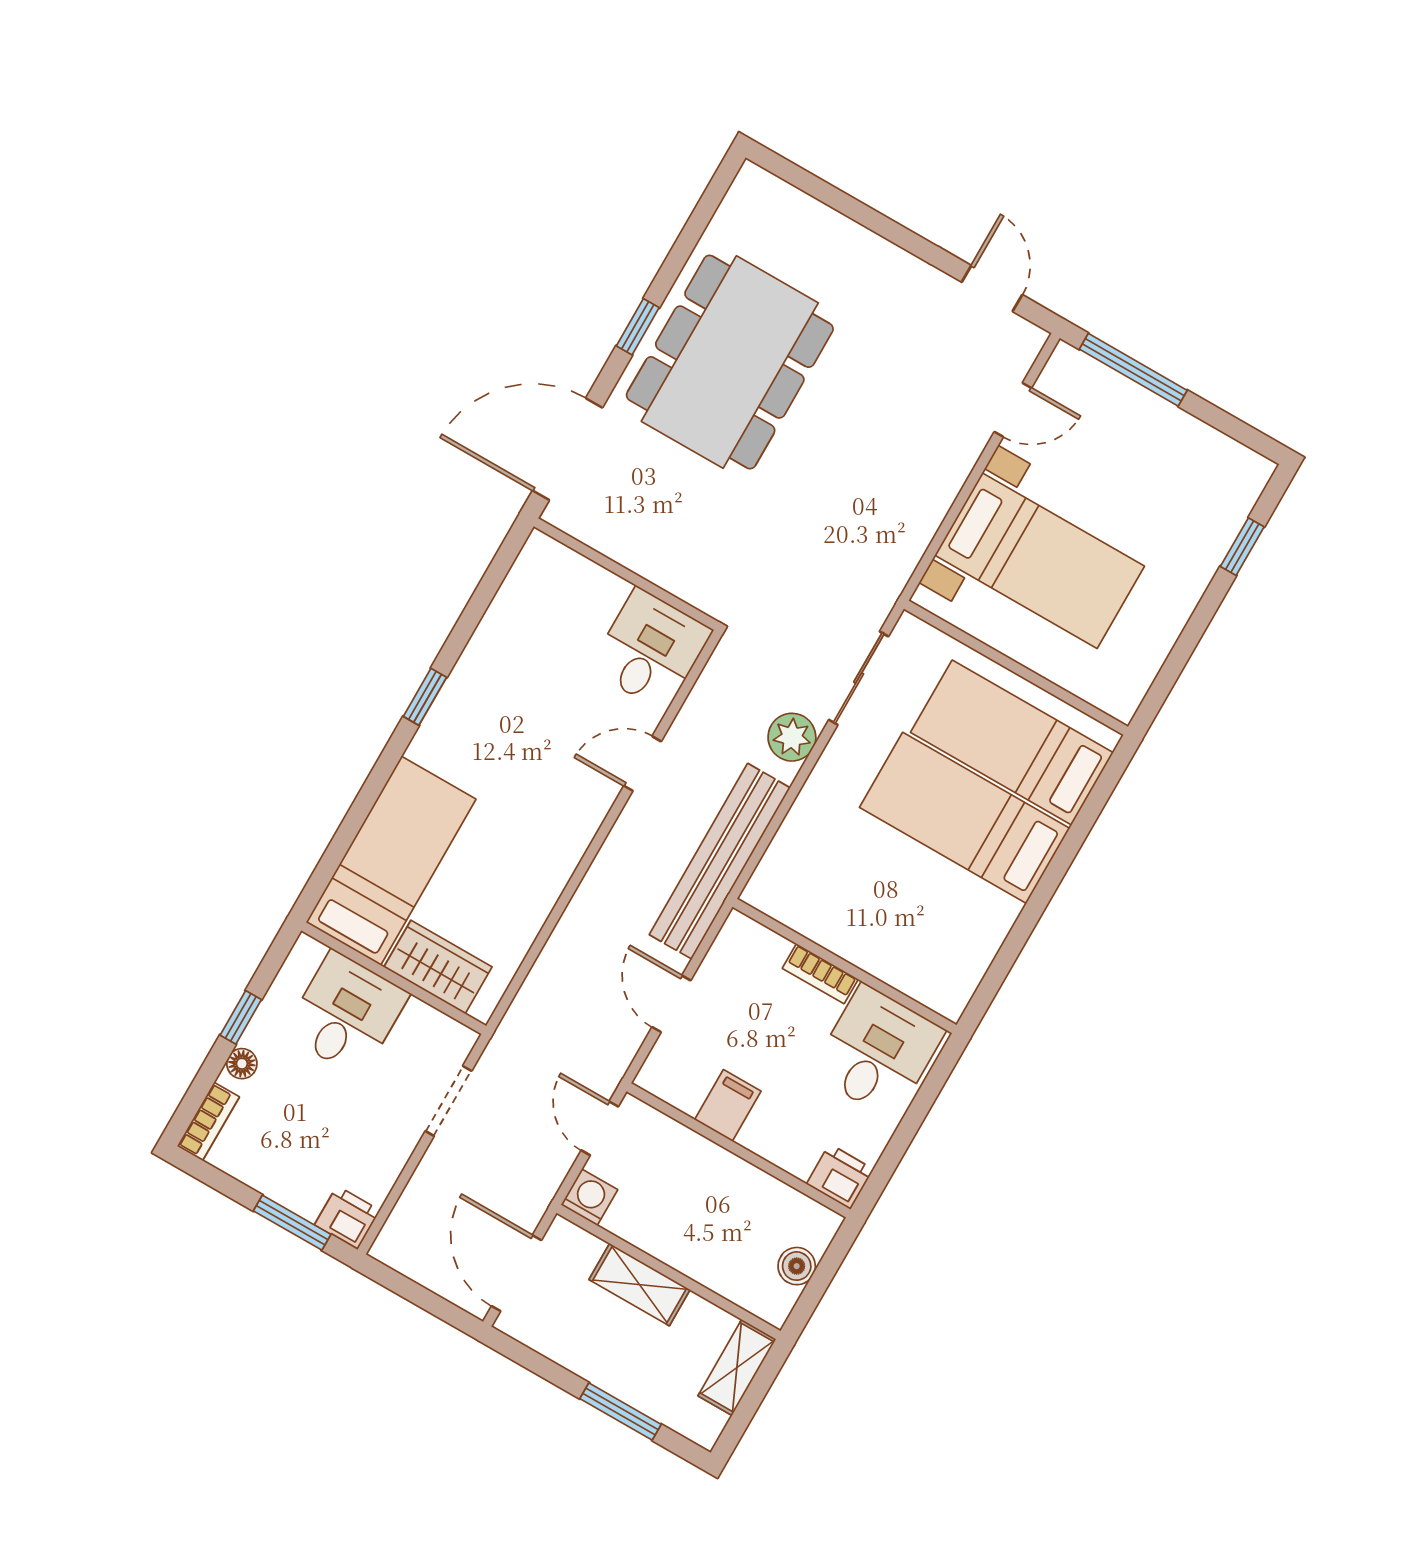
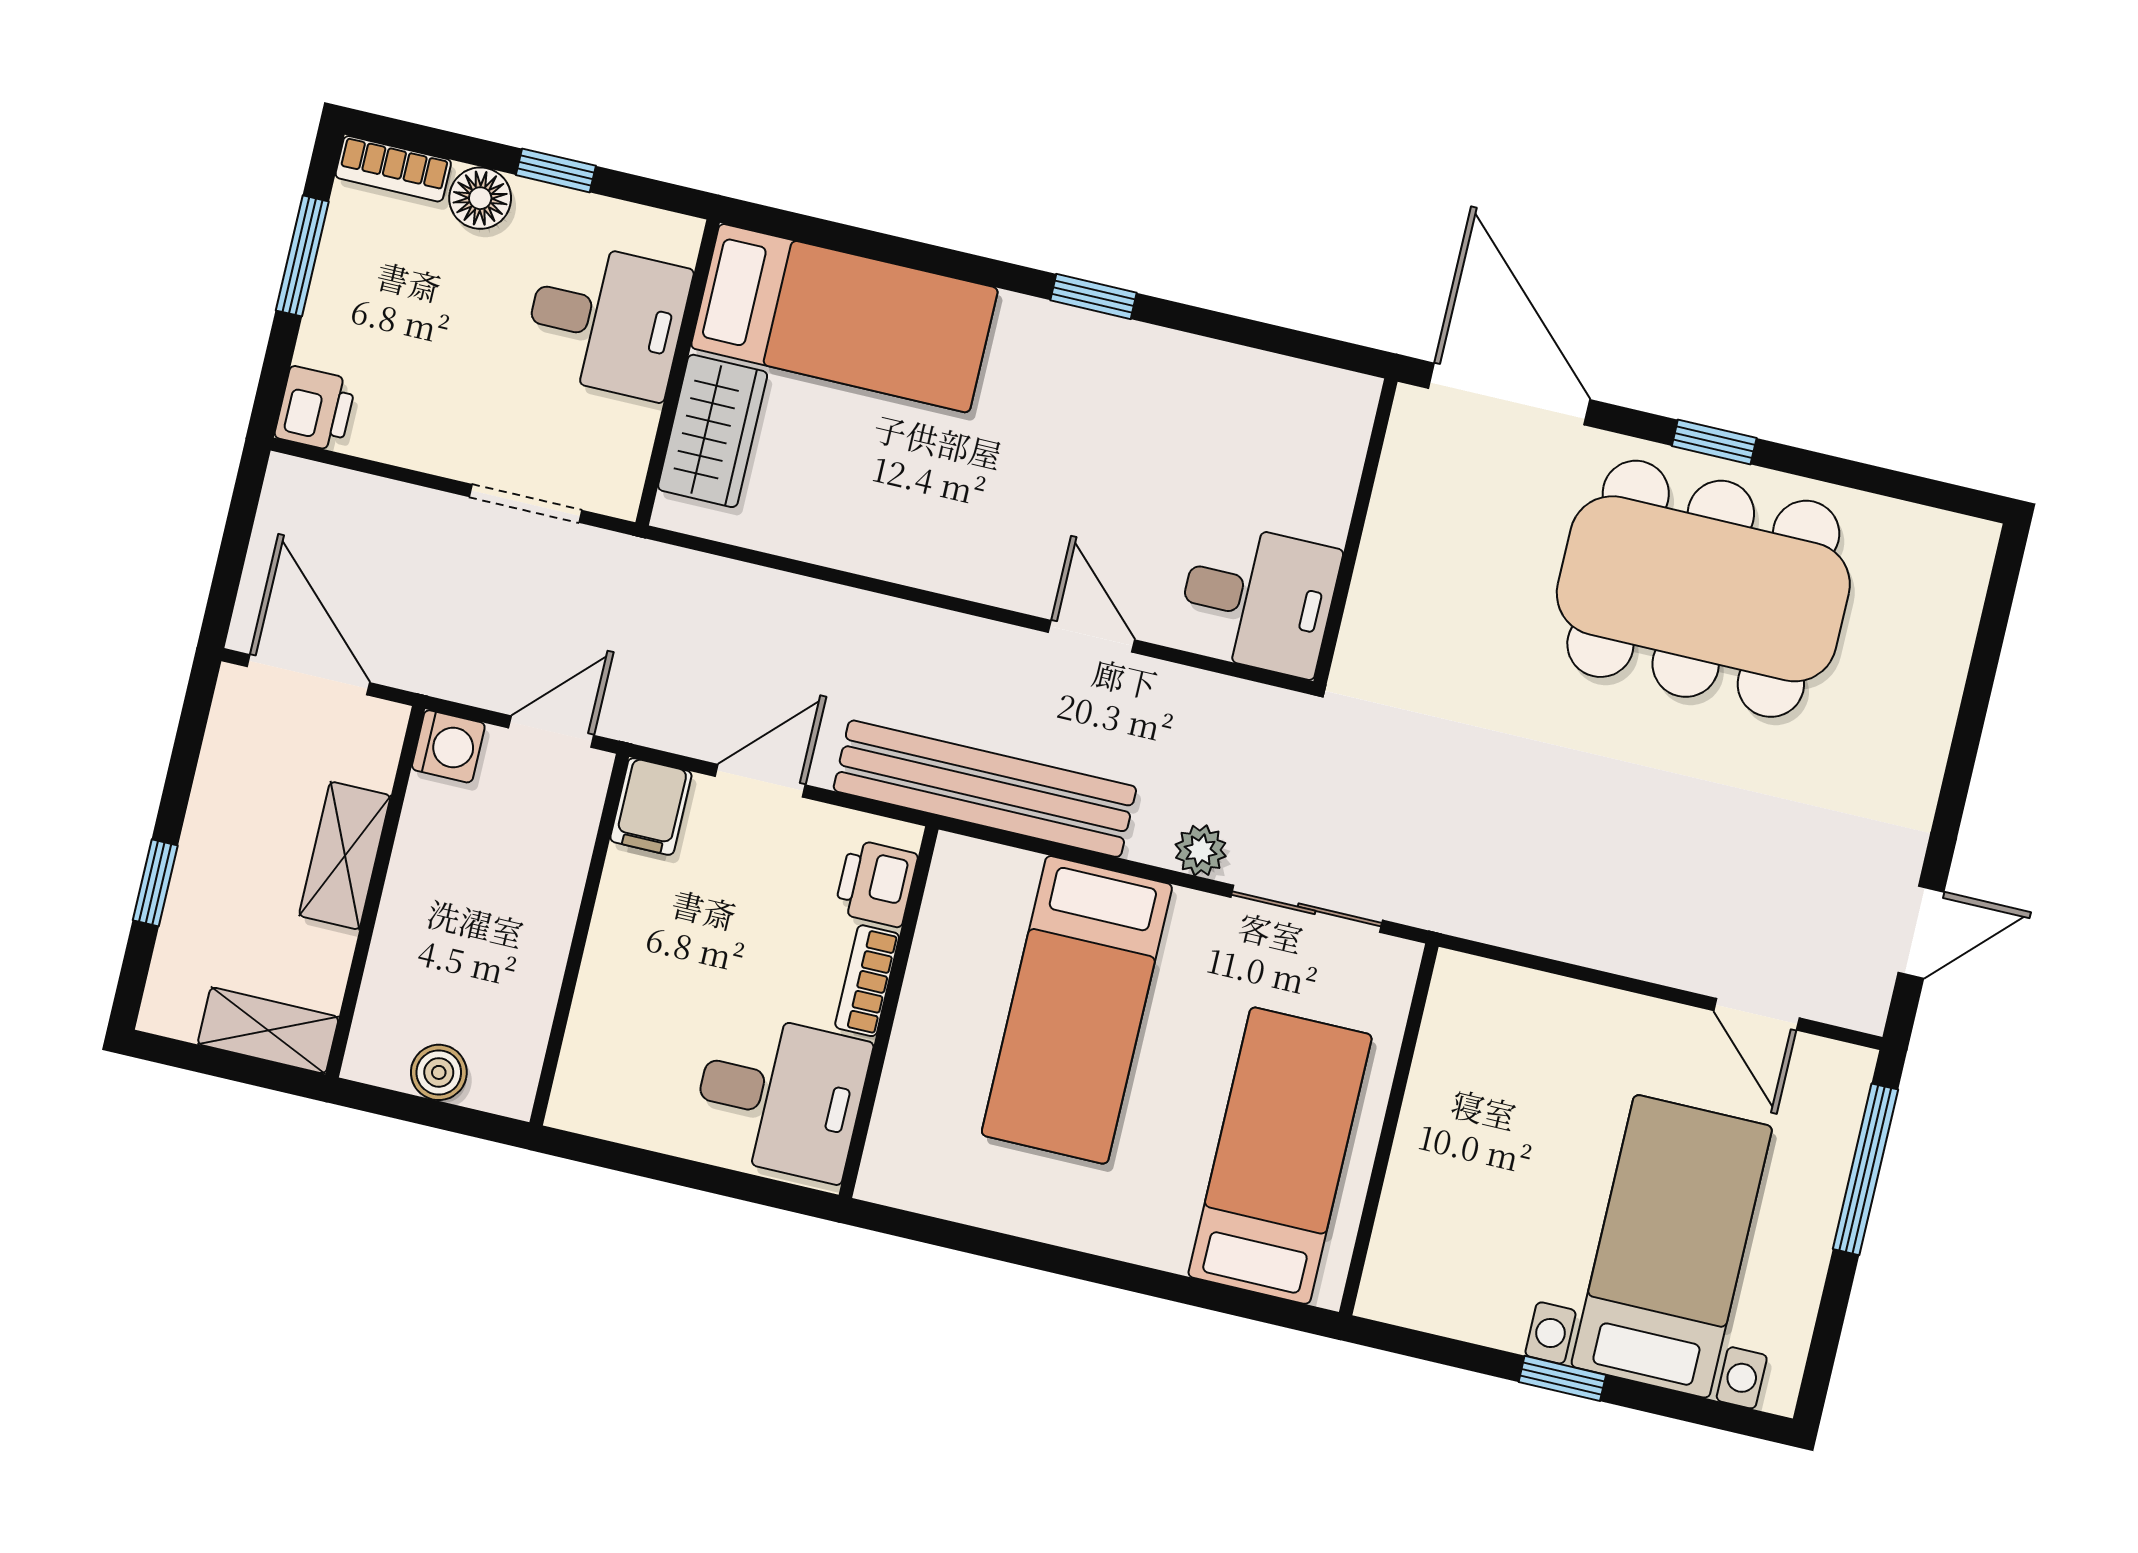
window: (1242, 547) -> (1562, 1378), moved
bed with nightstands: (1040, 561) -> (1672, 1246), moved, turned 180
plant: (792, 737) -> (1201, 850), width x0.73, depth x0.73
bed: (965, 818) -> (1077, 1010), moved, turned 180
floor lamp: (242, 1064) -> (480, 198), width x1.37, depth x1.37
filing cabinet: (728, 1106) -> (651, 806), moved, turned 90
printer: (840, 1177) -> (876, 883), moved, turned 180
window: (292, 1223) -> (302, 256), moved
door: (517, 1273) -> (308, 675), hinge flipped
window: (621, 1411) -> (155, 883), width x0.67

